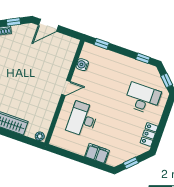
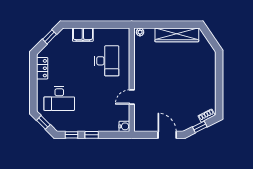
door: (49, 25) -> (167, 135), hinge flipped
window: (102, 44) -> (92, 135), moved
water cooler: (82, 65) -> (124, 126), moved
door: (66, 88) -> (132, 97), moved

